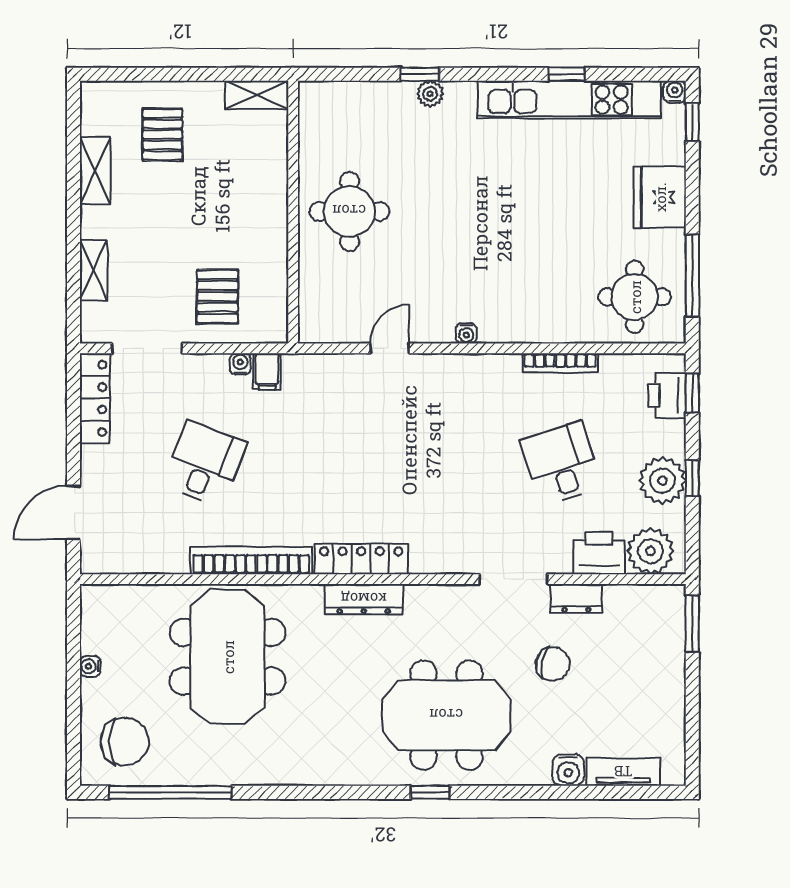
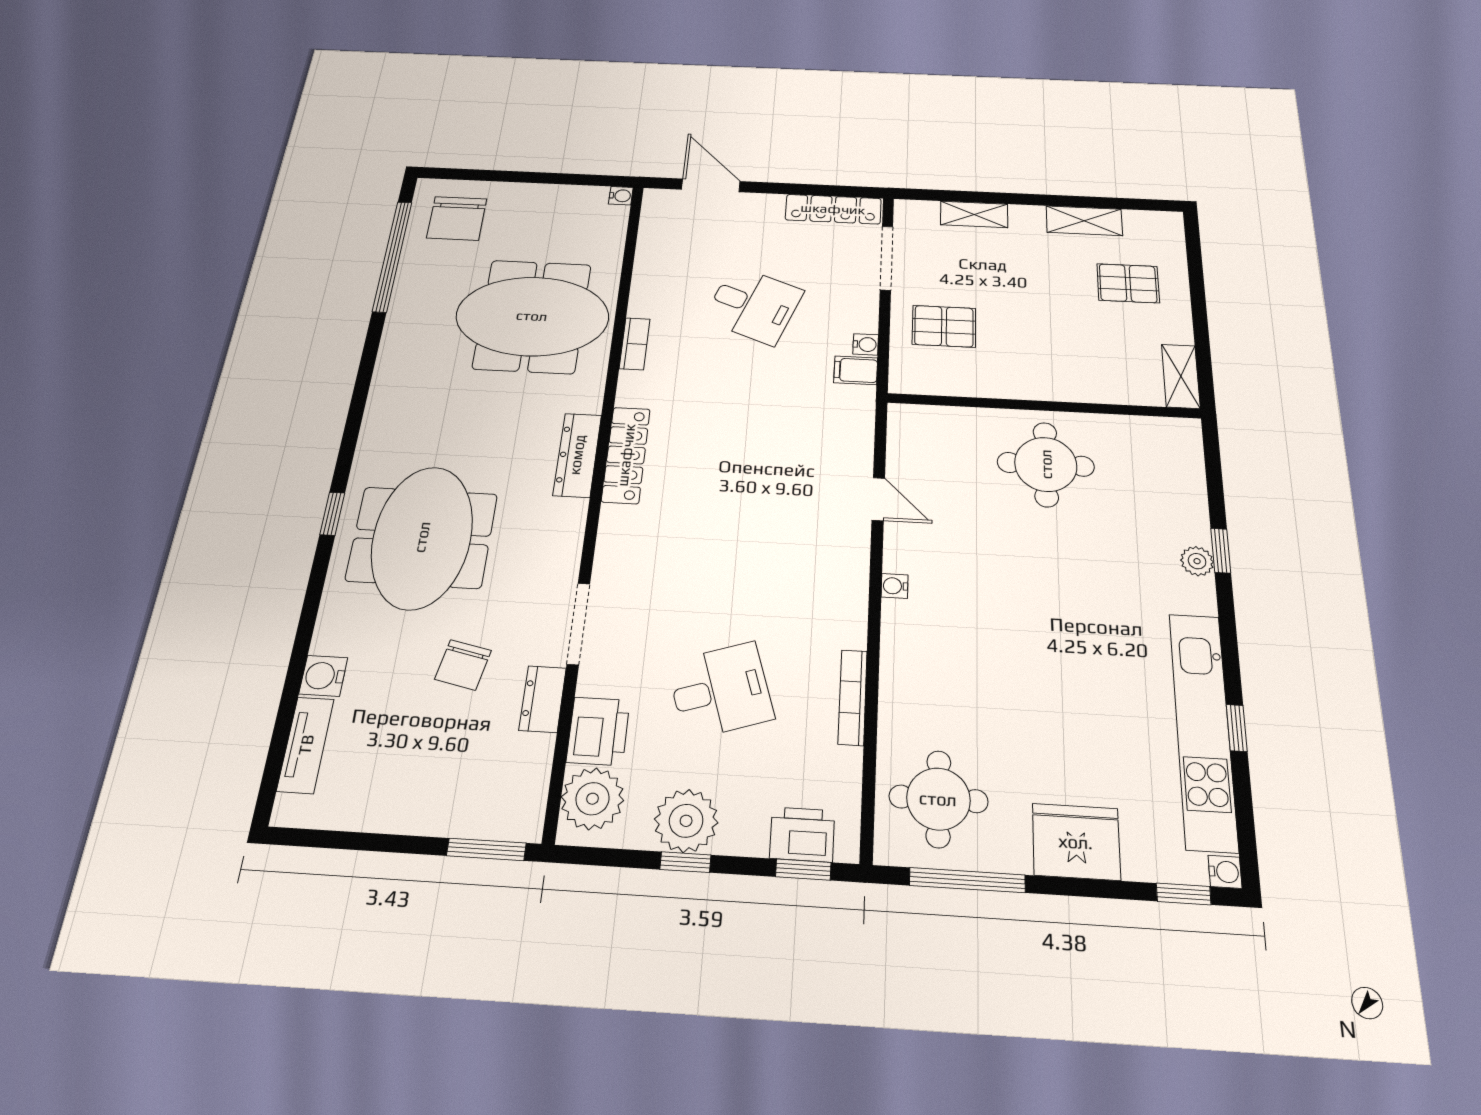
bookcase: (251, 561) -> (635, 344), width x0.43, depth x0.76
water cooler: (90, 666) -> (621, 196), moved, turned 90

